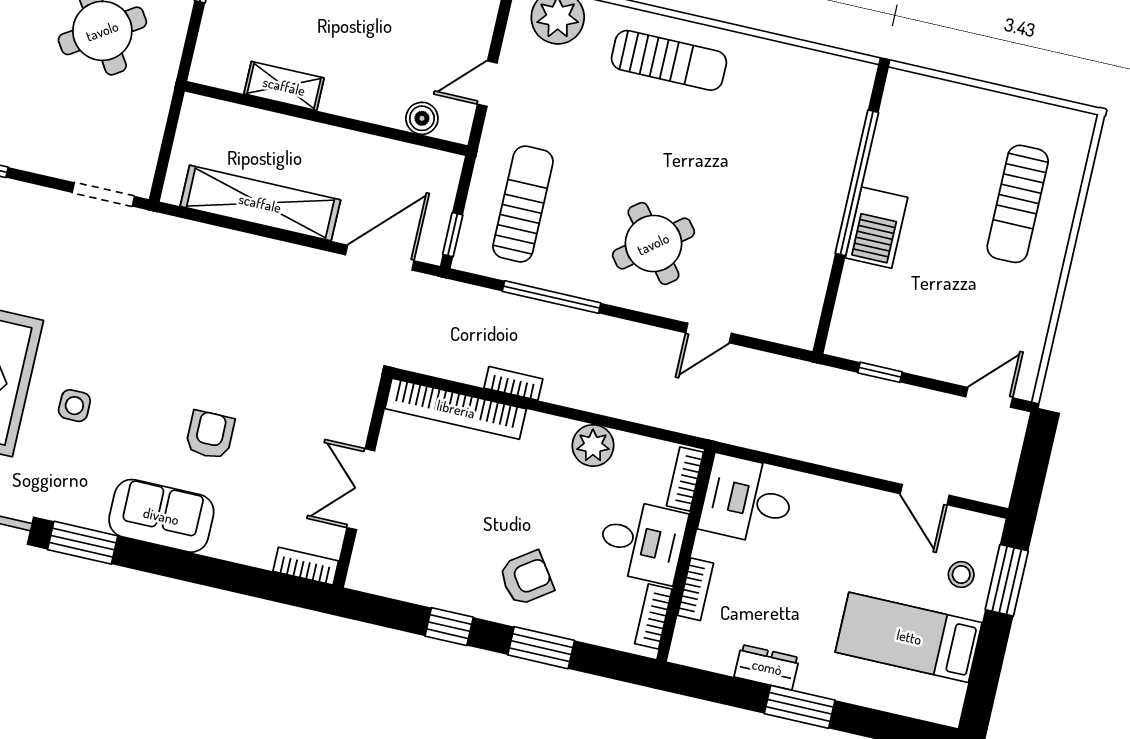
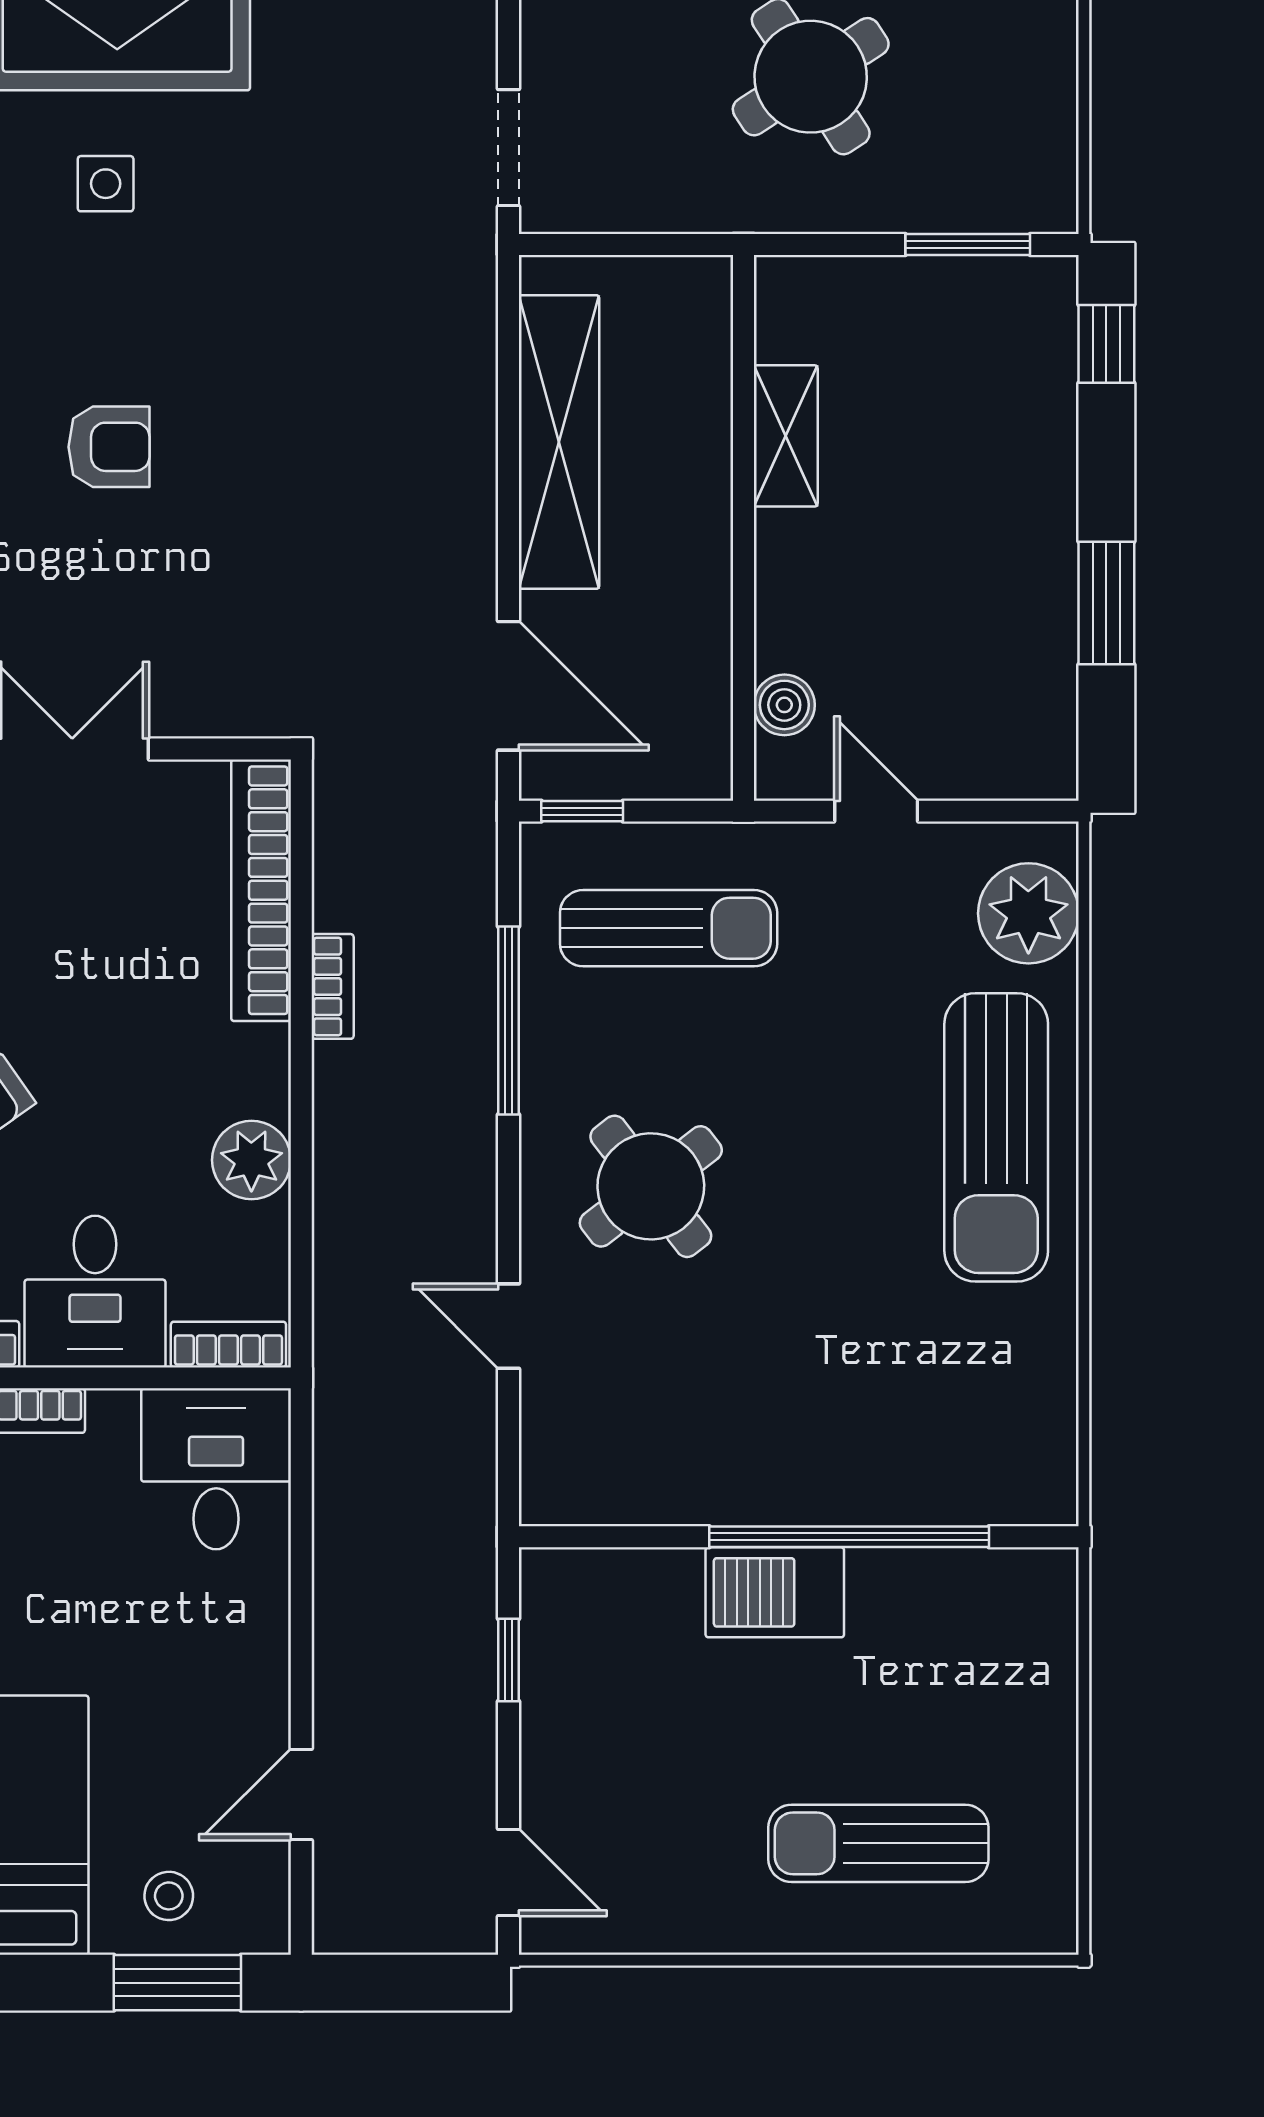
sun lounger: (669, 60) -> (996, 1137), width x1.36, depth x1.34

